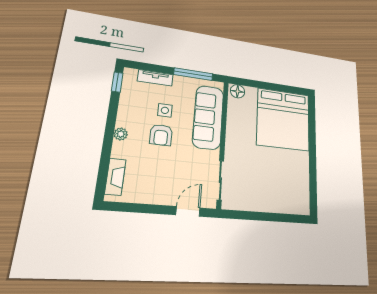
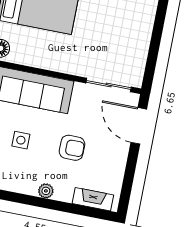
armchair: (161, 135) -> (72, 148), moved
door: (188, 211) -> (139, 126), width x1.38

